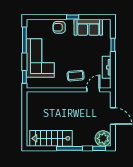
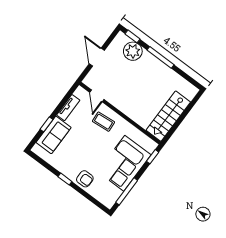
sofa: (88, 27) -> (54, 135), moved, turned 90
door: (93, 90) -> (97, 96), hinge flipped
stairs: (51, 138) -> (168, 116), moved, turned 90
plant: (103, 138) -> (133, 51), moved

